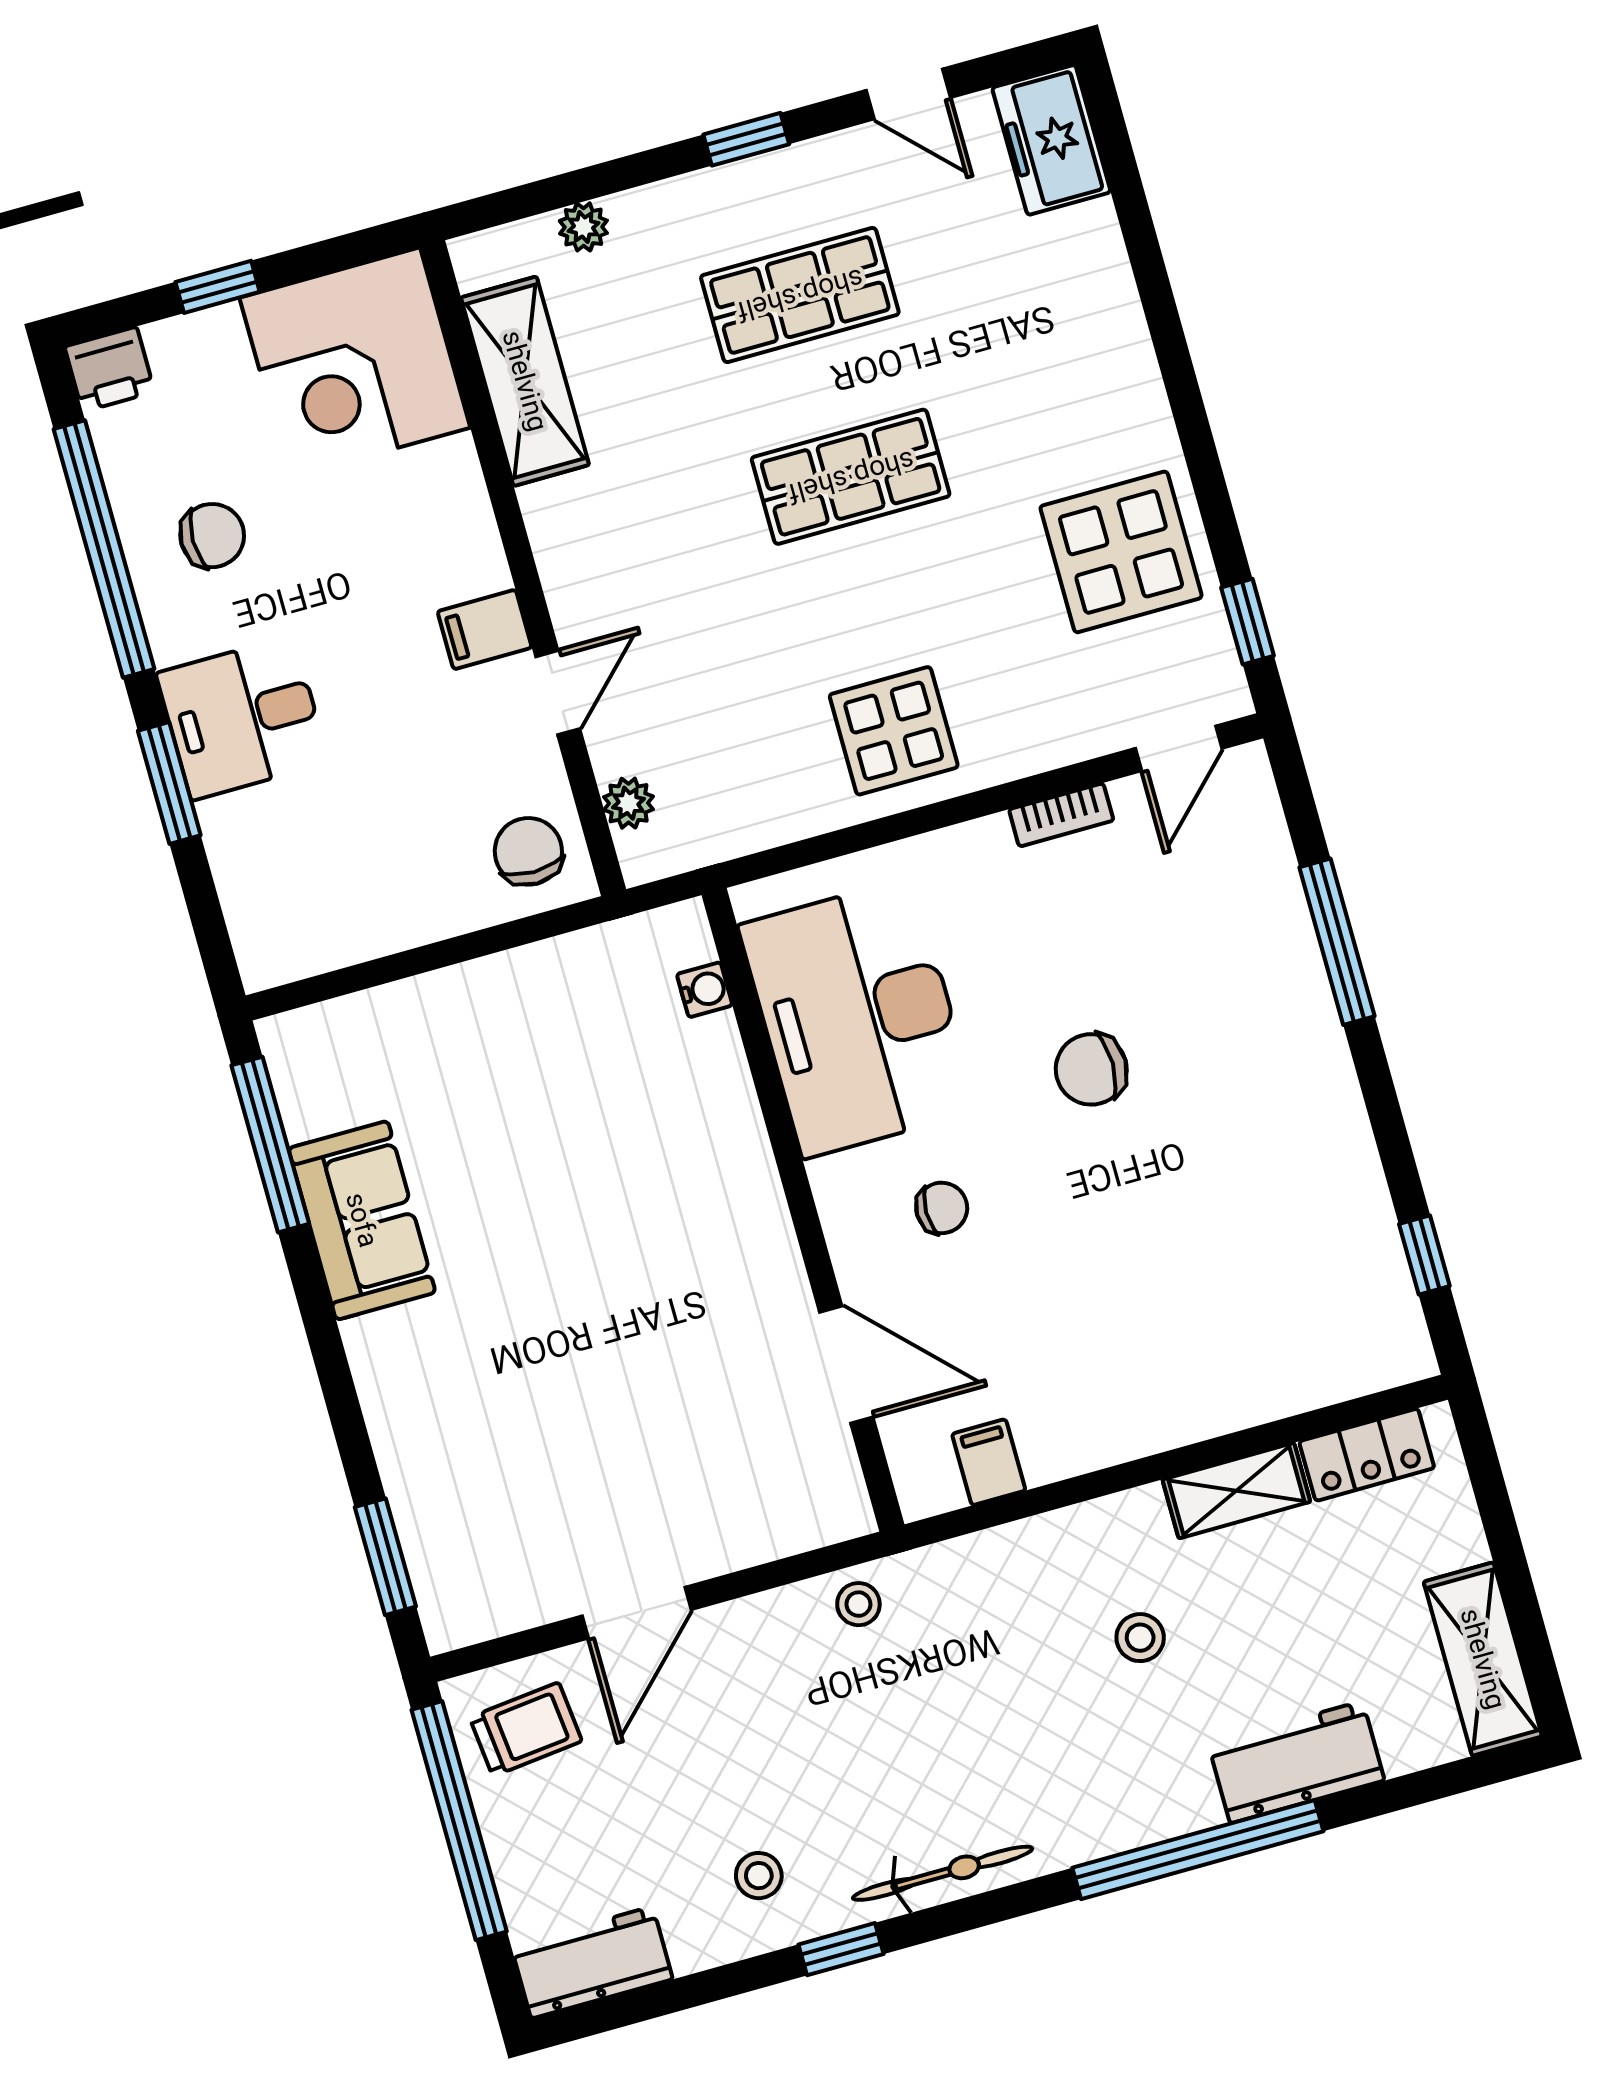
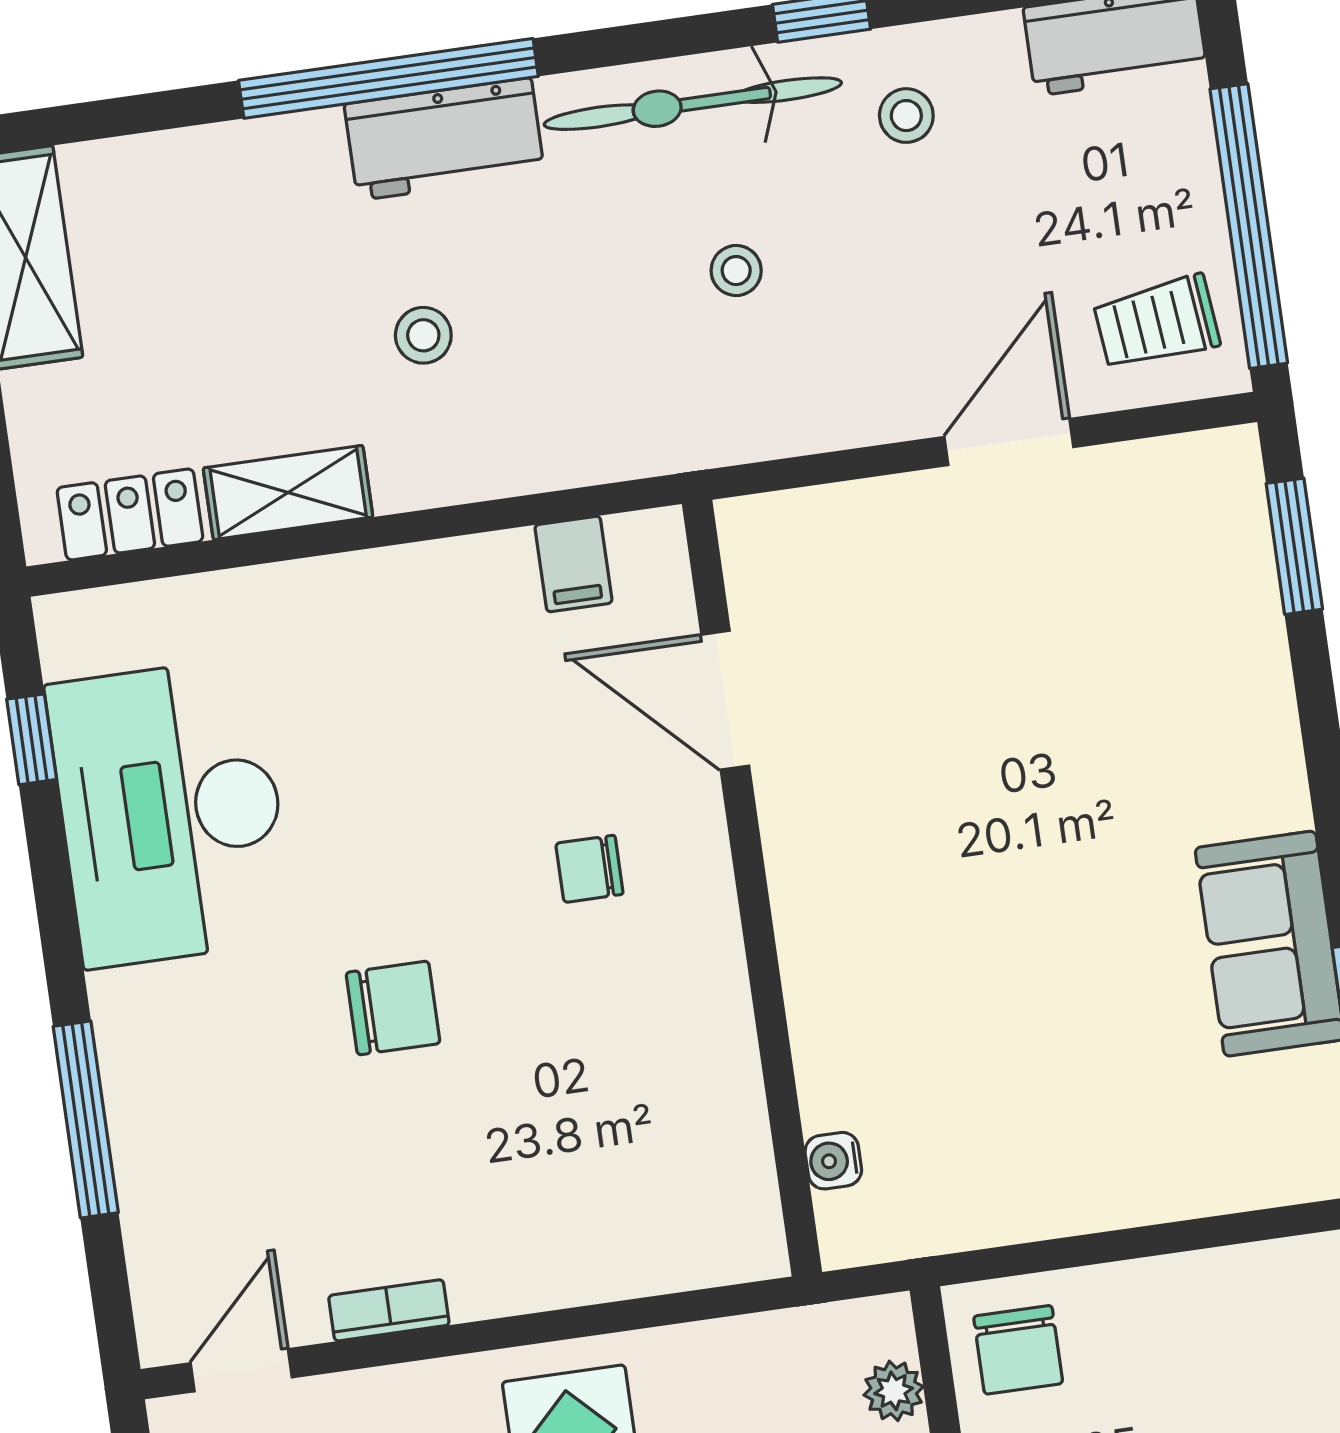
desk: (858, 1018) -> (170, 813), moved, turned 180
stool: (858, 1604) -> (736, 271), moved
workbench: (1296, 1762) -> (444, 139), moved
bicycle: (943, 1873) -> (693, 104), width x1.37, depth x1.40

